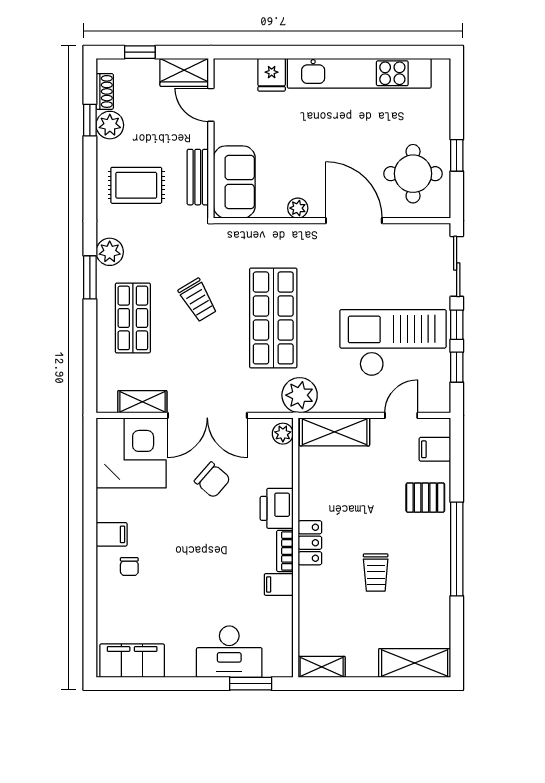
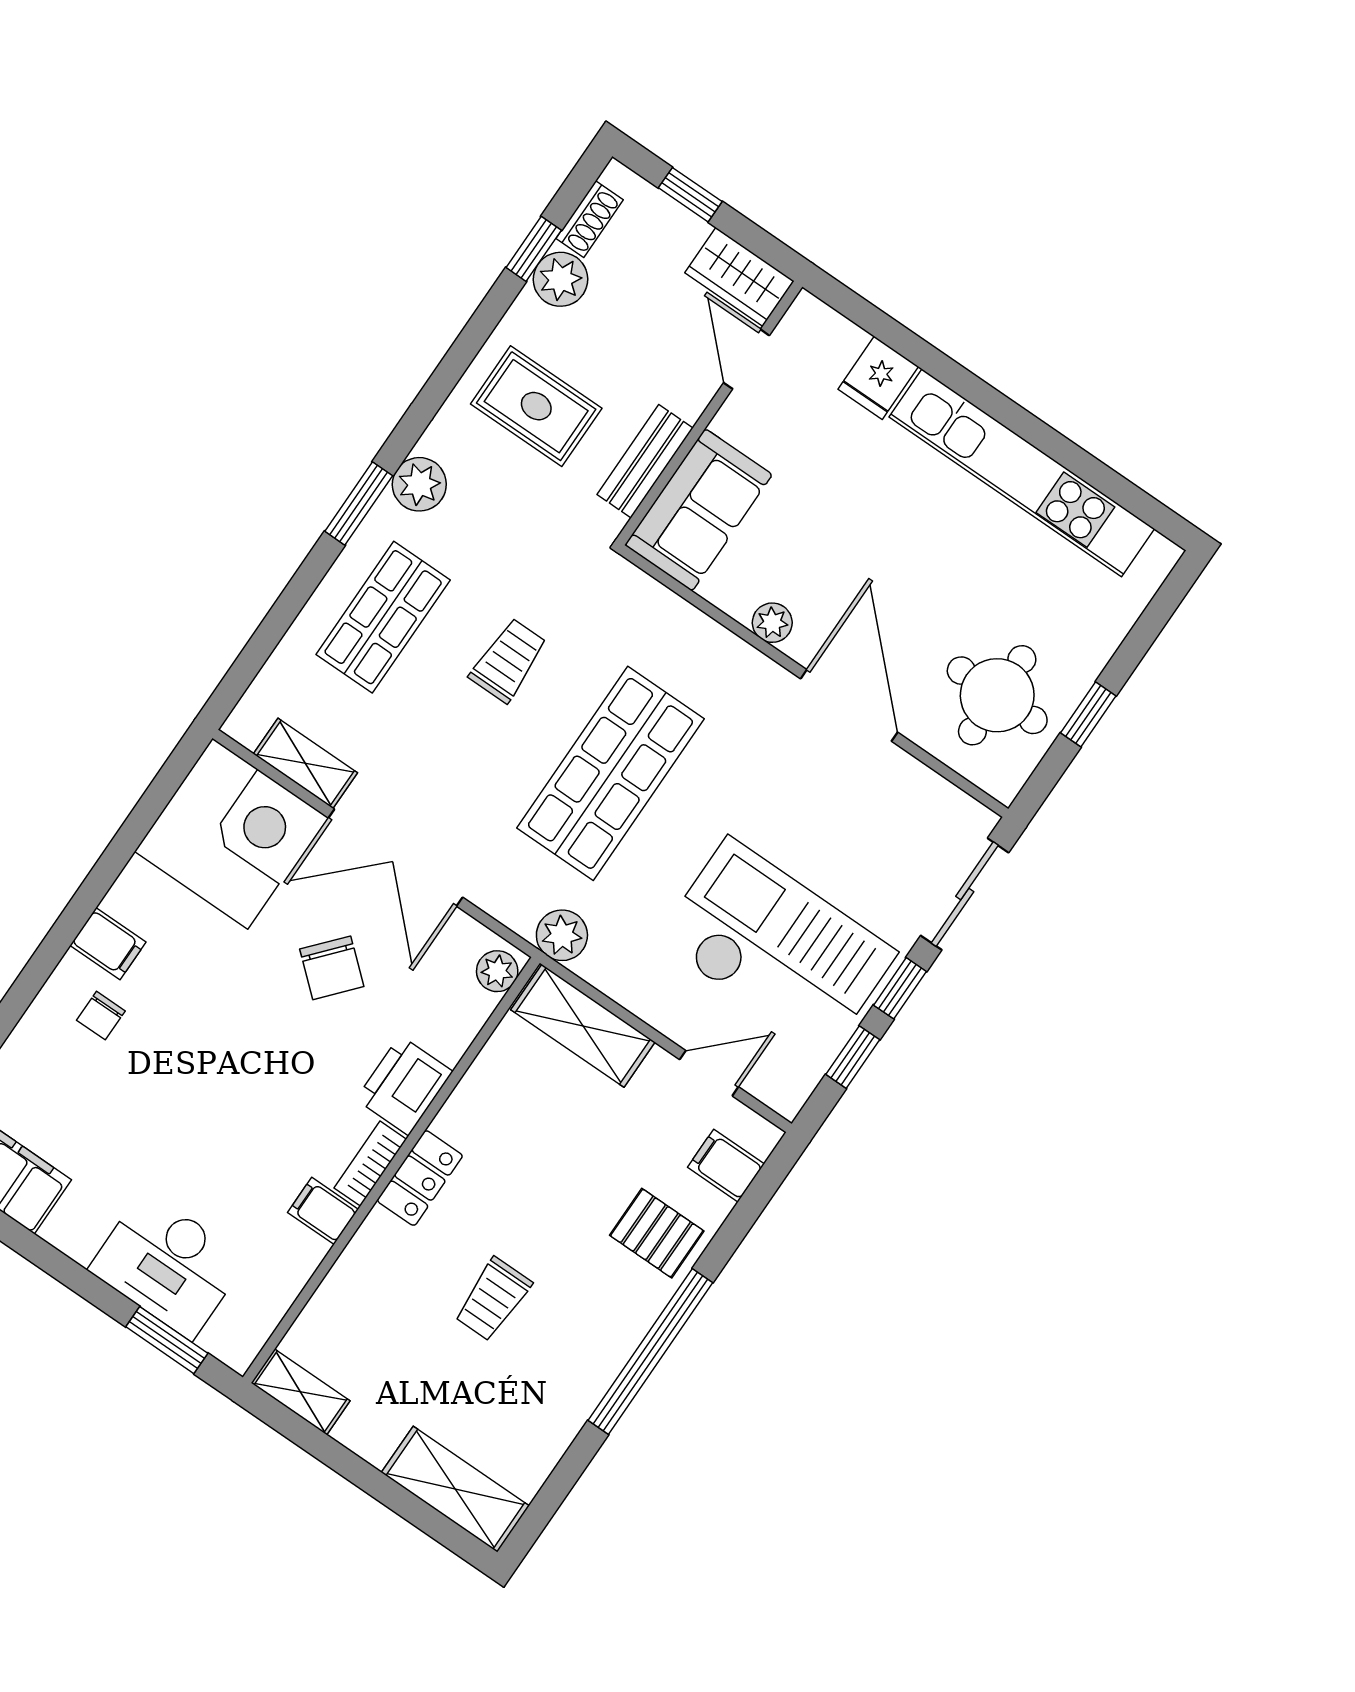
trolley: (198, 300) -> (508, 660), turned -149
plant: (300, 395) -> (562, 935), width x0.73, depth x0.73

